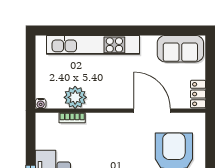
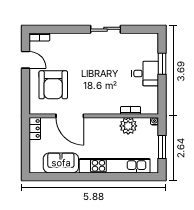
sofa: (180, 49) -> (61, 163), moved
window: (31, 70) -> (162, 147), added

